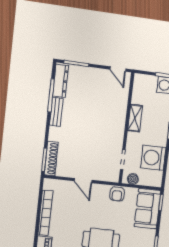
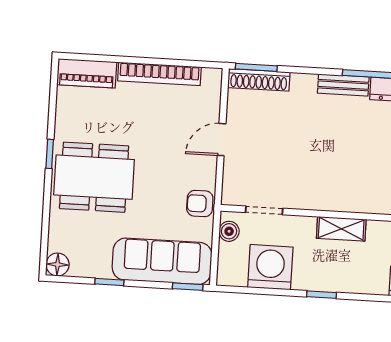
sofa: (147, 209) -> (162, 261), width x1.36

